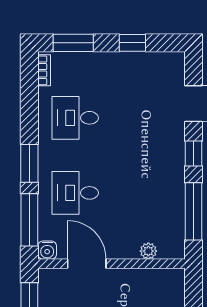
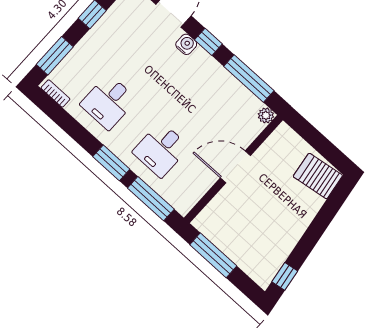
water cooler: (47, 250) -> (186, 44), moved, turned -90
plant: (148, 251) -> (266, 115), moved
door: (87, 264) -> (235, 167), moved

